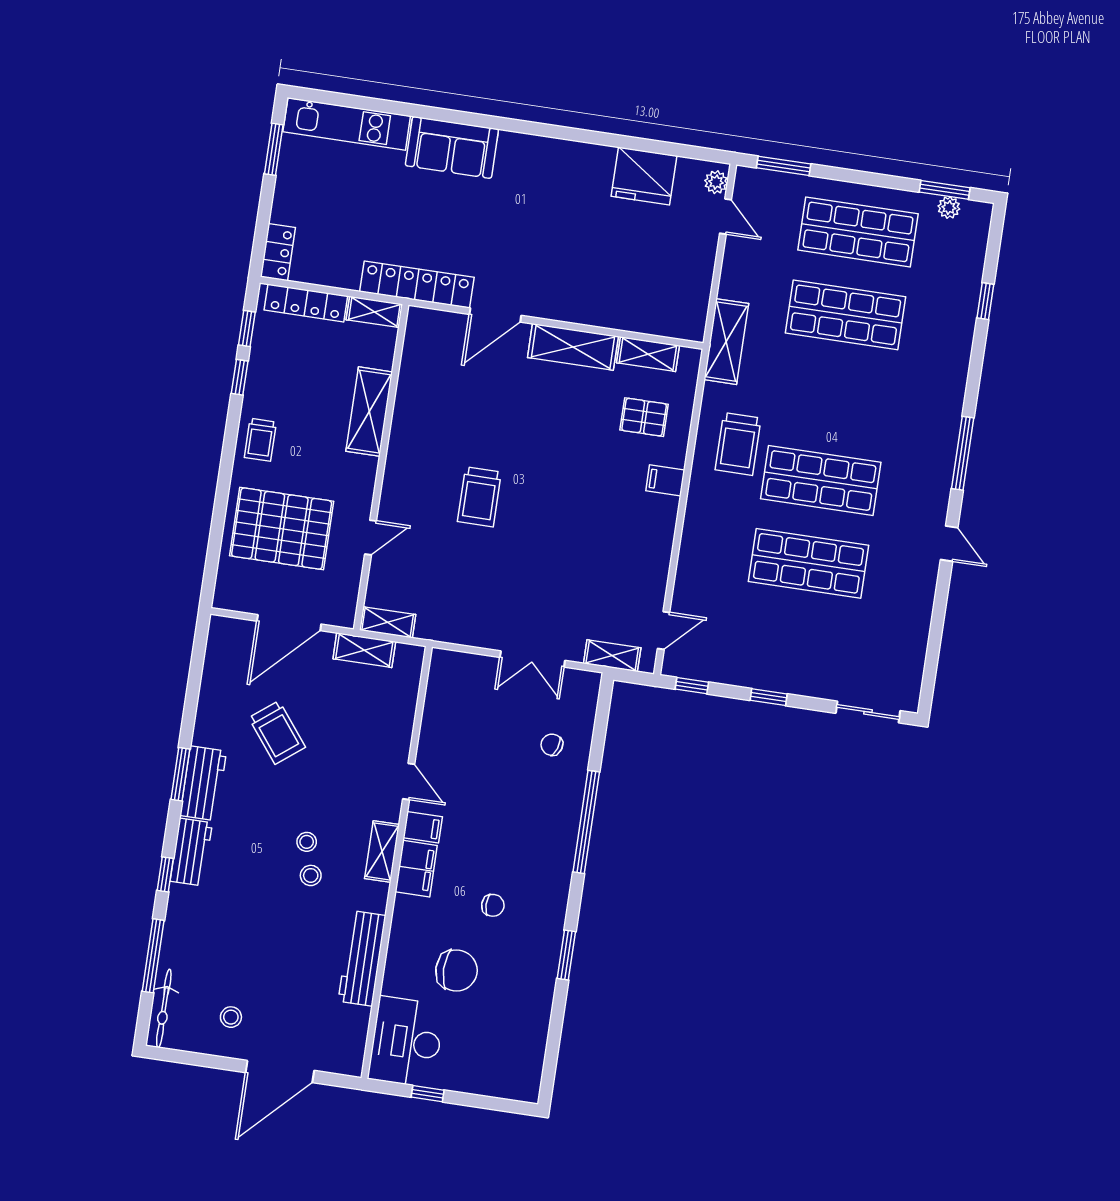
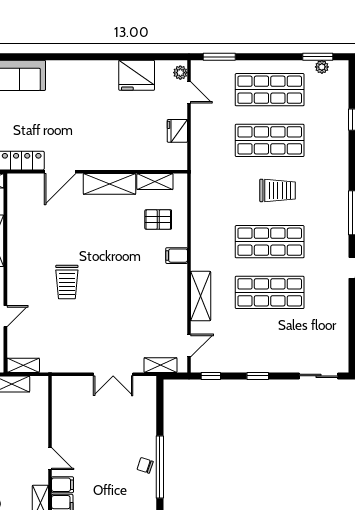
fridge: (697, 277) -> (177, 131), added
shelving: (726, 342) -> (201, 296), moved
trolley: (738, 444) -> (278, 190), moved, turned -90
chair: (552, 745) -> (145, 465), moved

